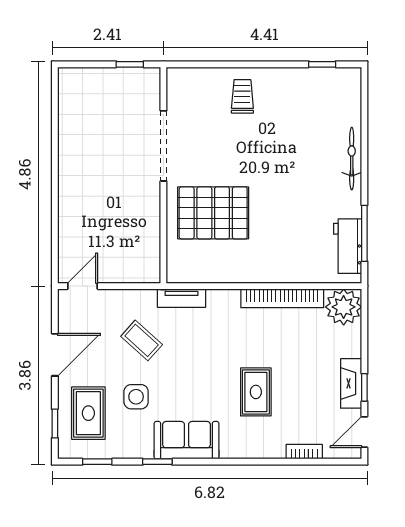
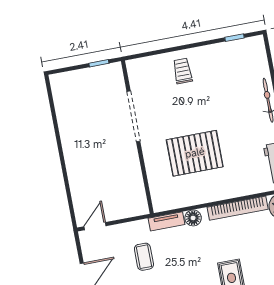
pallet: (213, 213) -> (195, 153), moved
floor lamp: (219, 300) -> (193, 218), added
coffee table: (142, 340) -> (144, 257), turned 48

